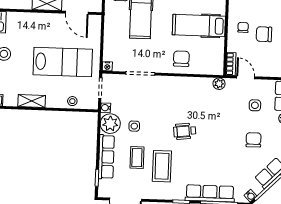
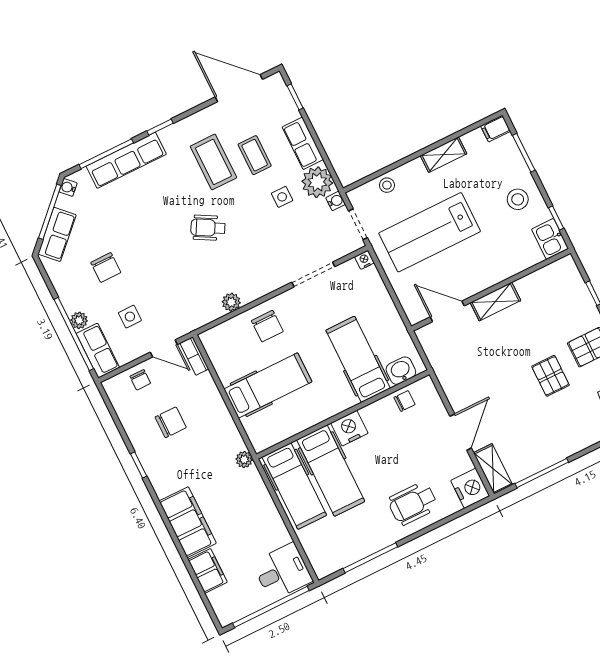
chair: (243, 27) -> (140, 380), moved
plant: (219, 84) -> (231, 302), moved
wheelchair: (185, 131) -> (208, 228), turned -144
row of seats: (106, 157) -> (303, 143), width x0.68

